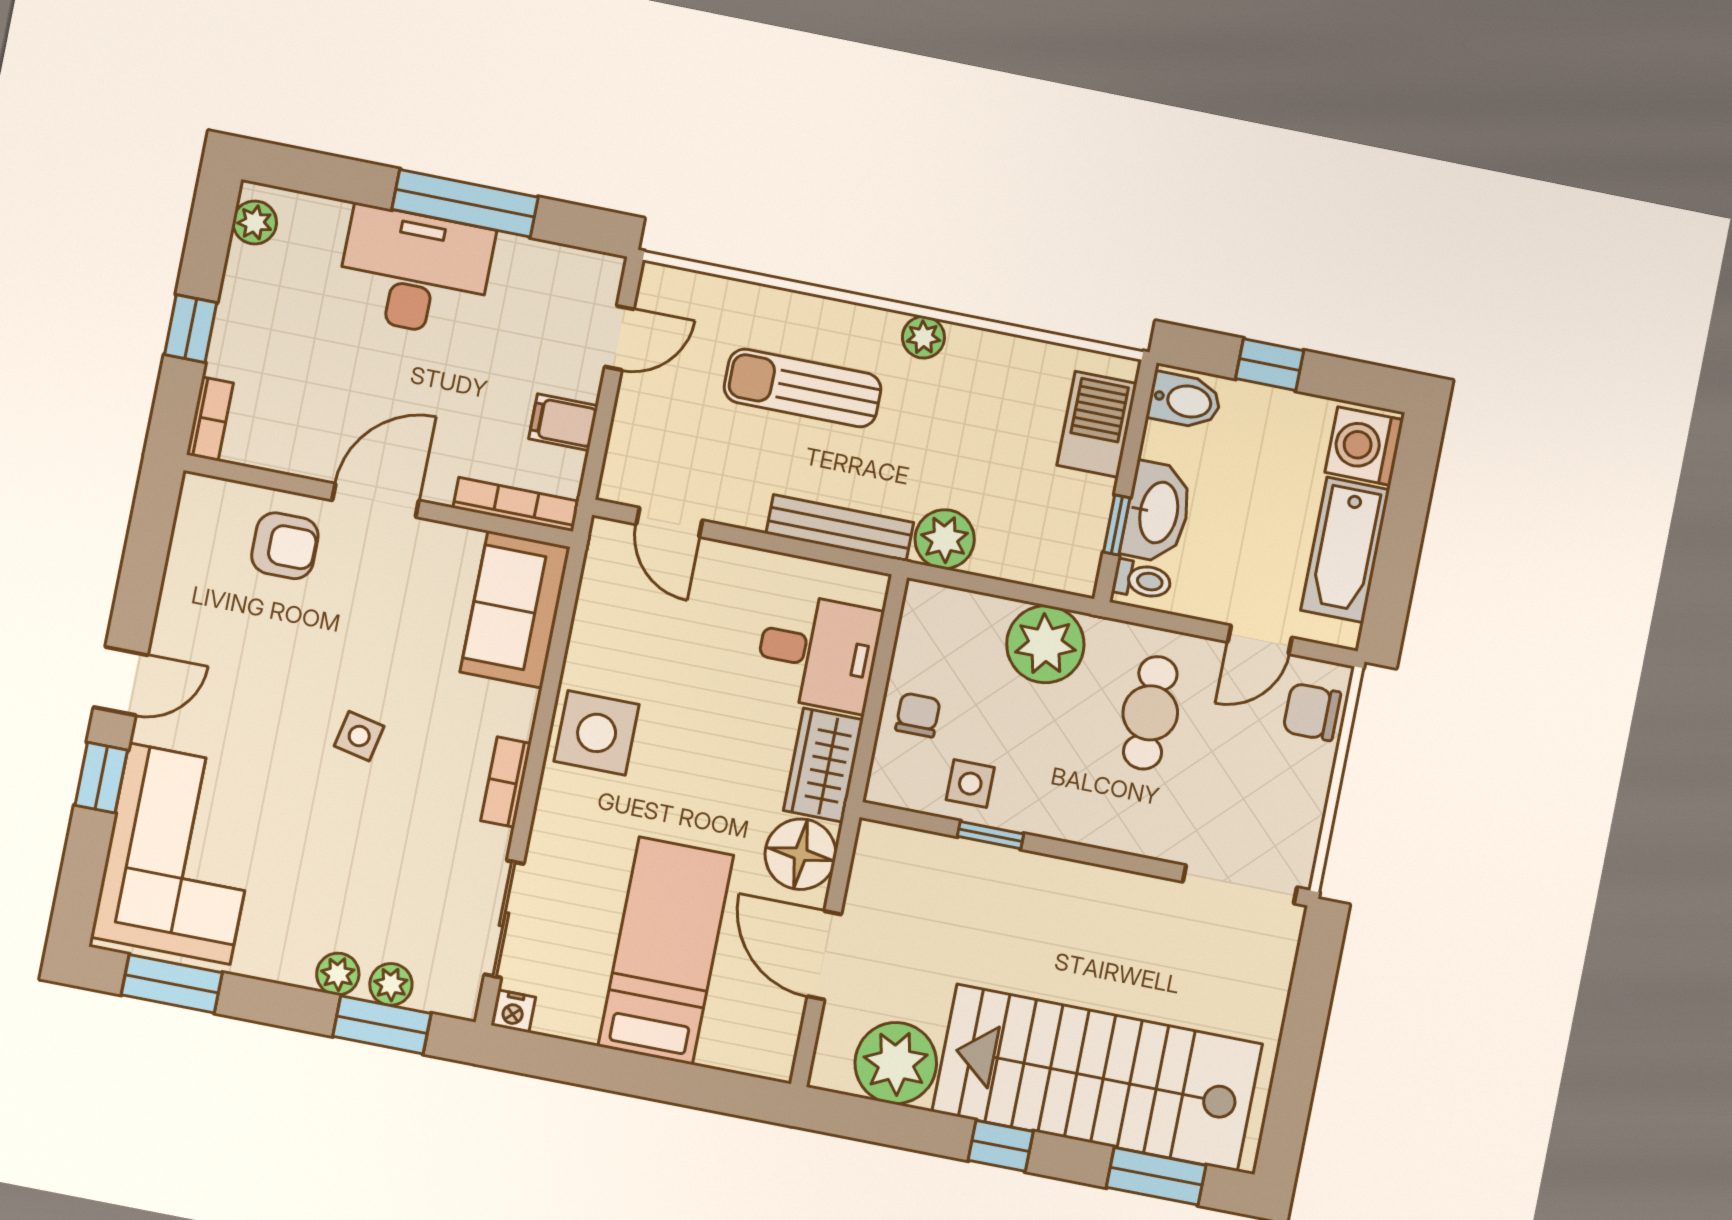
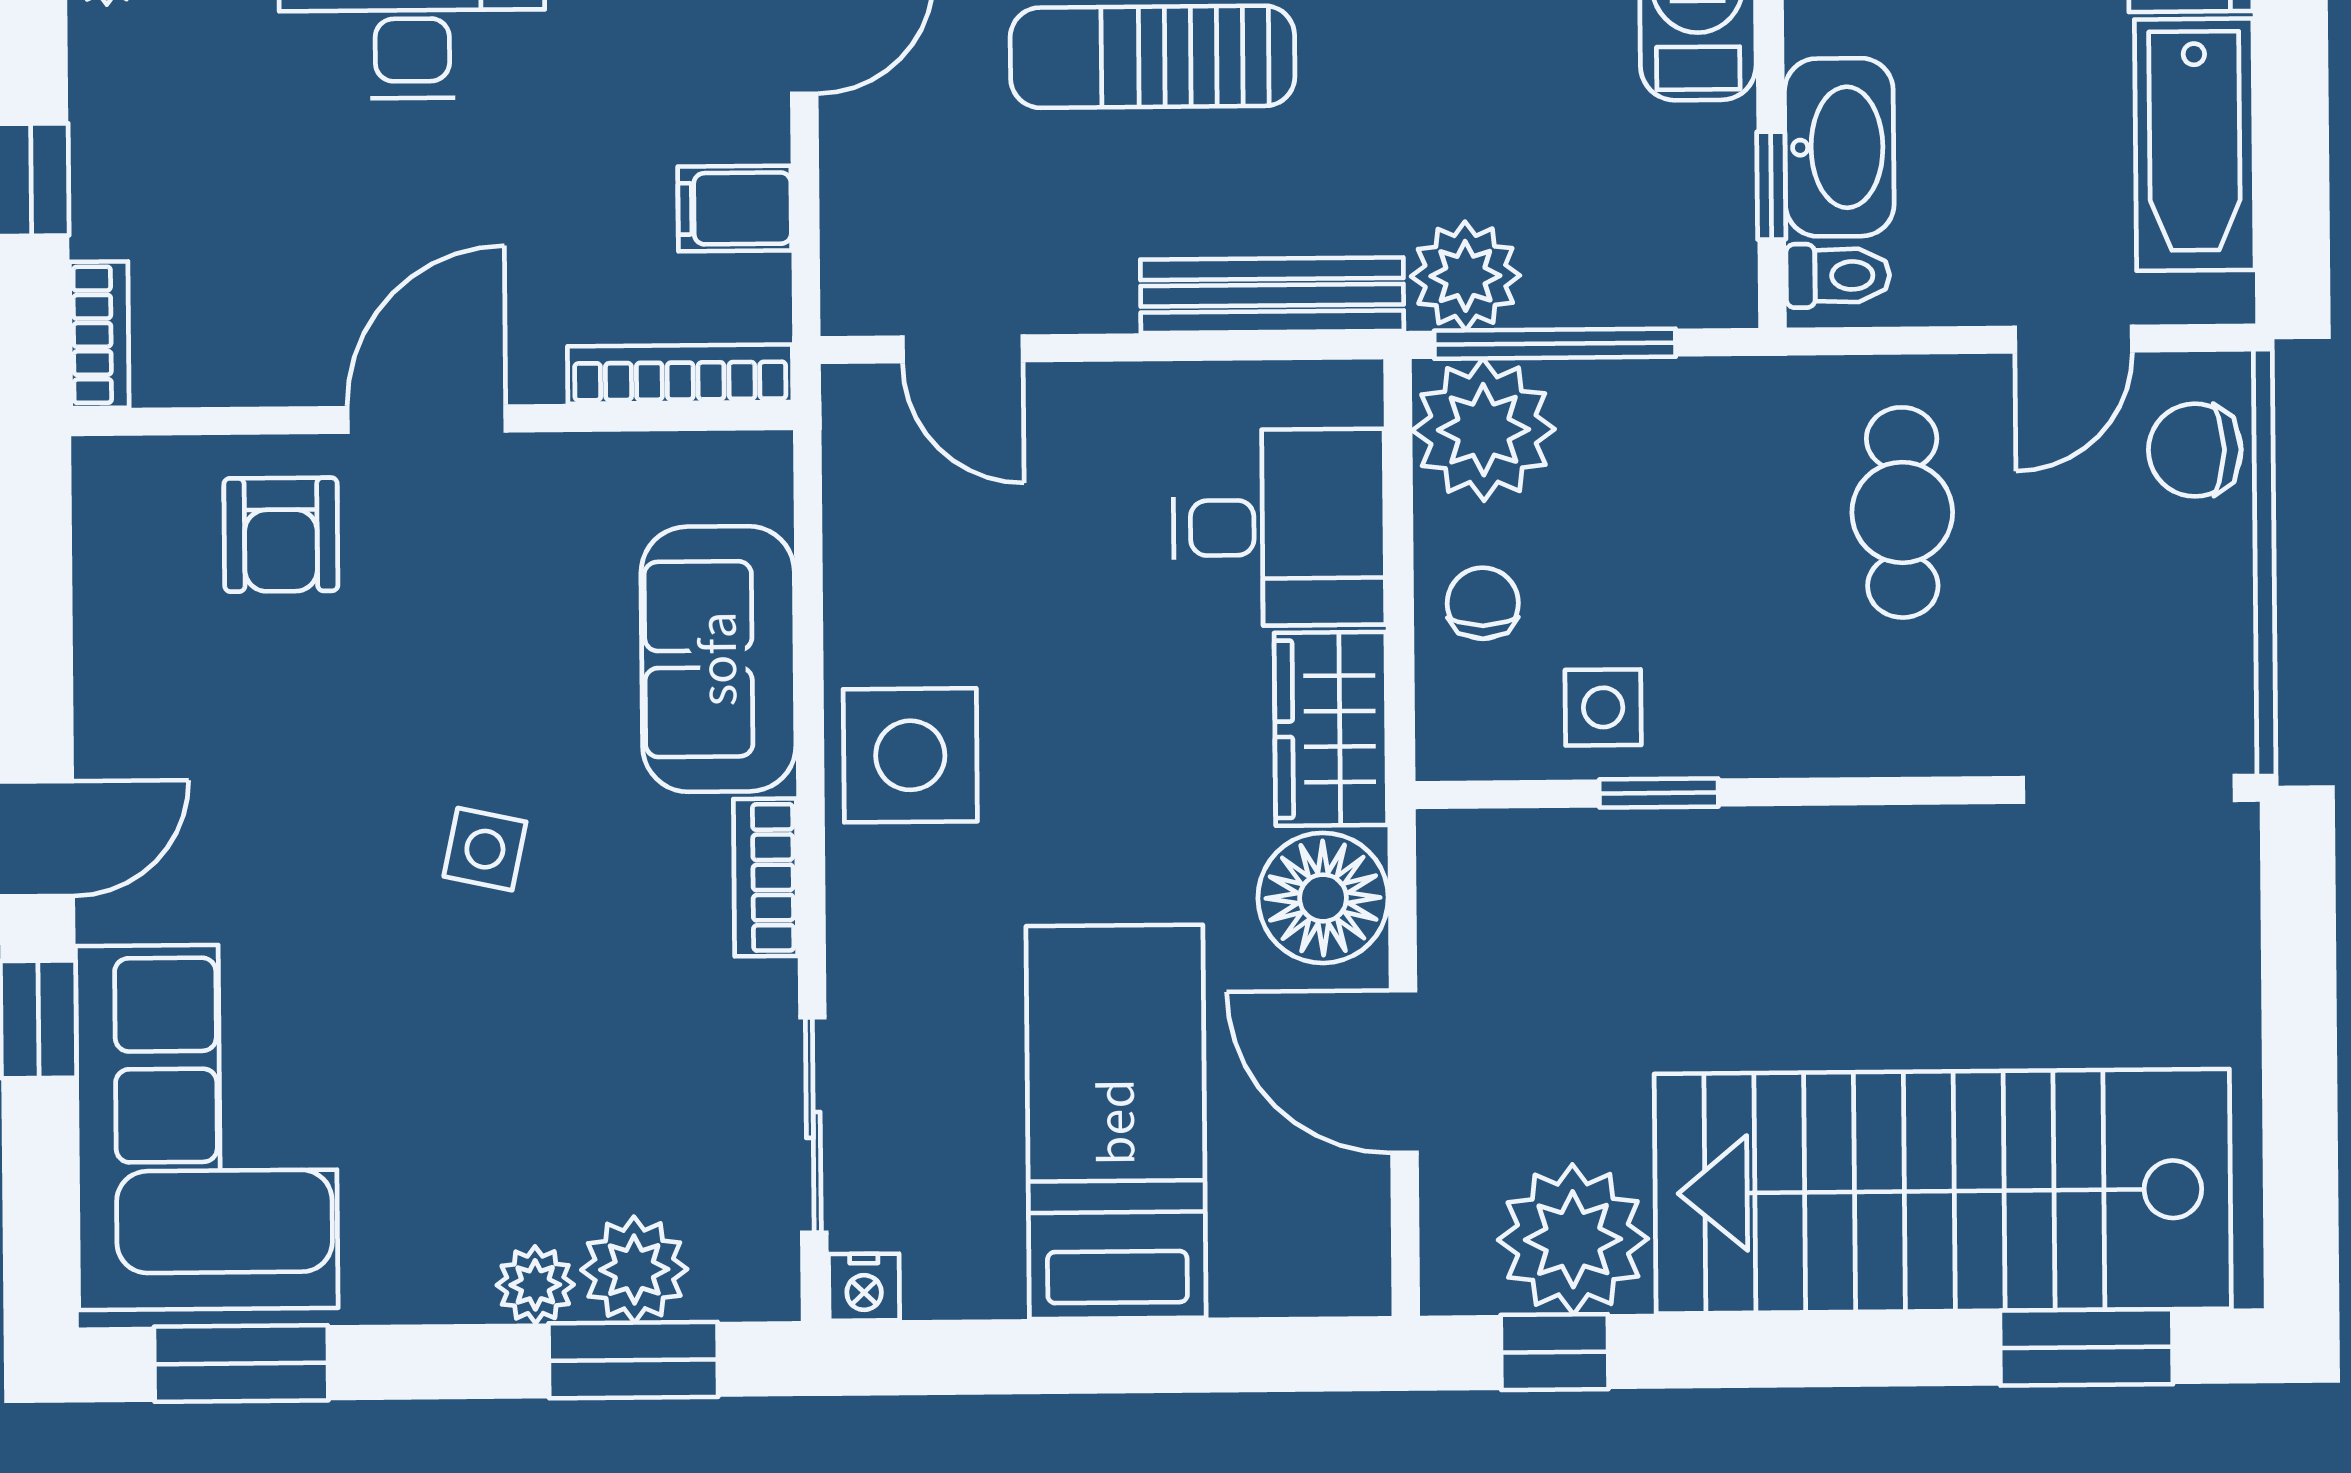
armchair: (285, 546) -> (281, 535), turned 90
window: (985, 585) -> (1555, 344), added
sofa: (515, 609) -> (718, 659), moved
plant: (1045, 644) -> (1483, 430), moved
plant: (391, 984) -> (634, 1269), width x1.38, depth x1.38
window: (1001, 1146) -> (1555, 1352), moved

